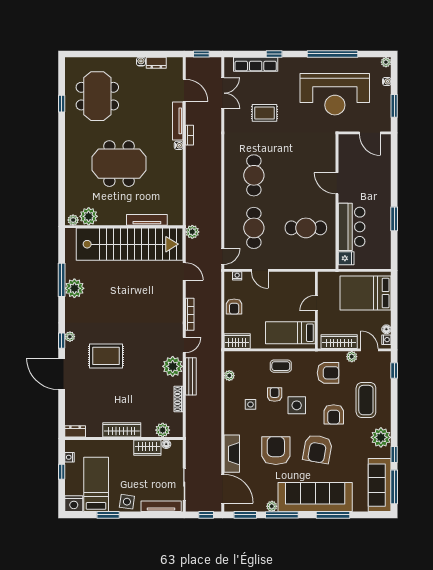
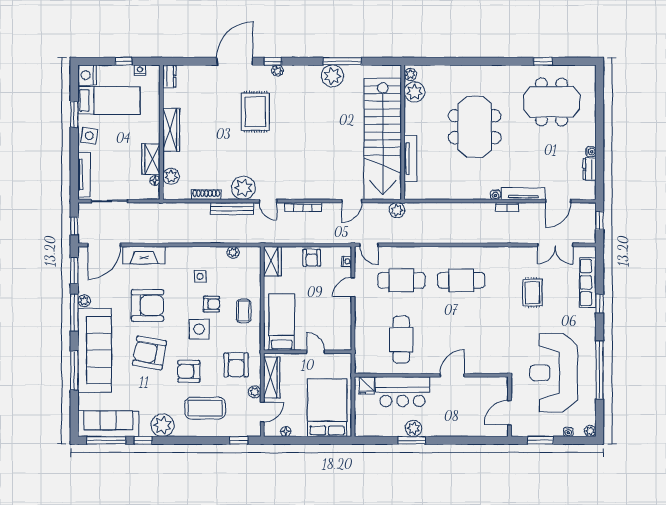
plant: (384, 217) -> (414, 428), added
armchair: (234, 307) -> (312, 258), turned -90
nightstand: (386, 340) -> (274, 431), removed

